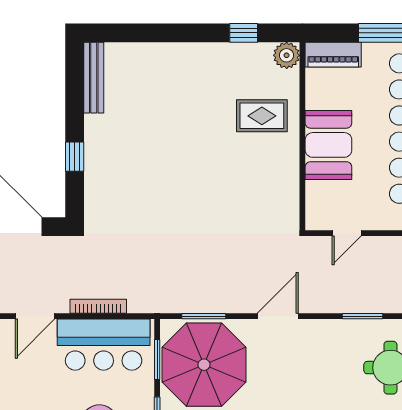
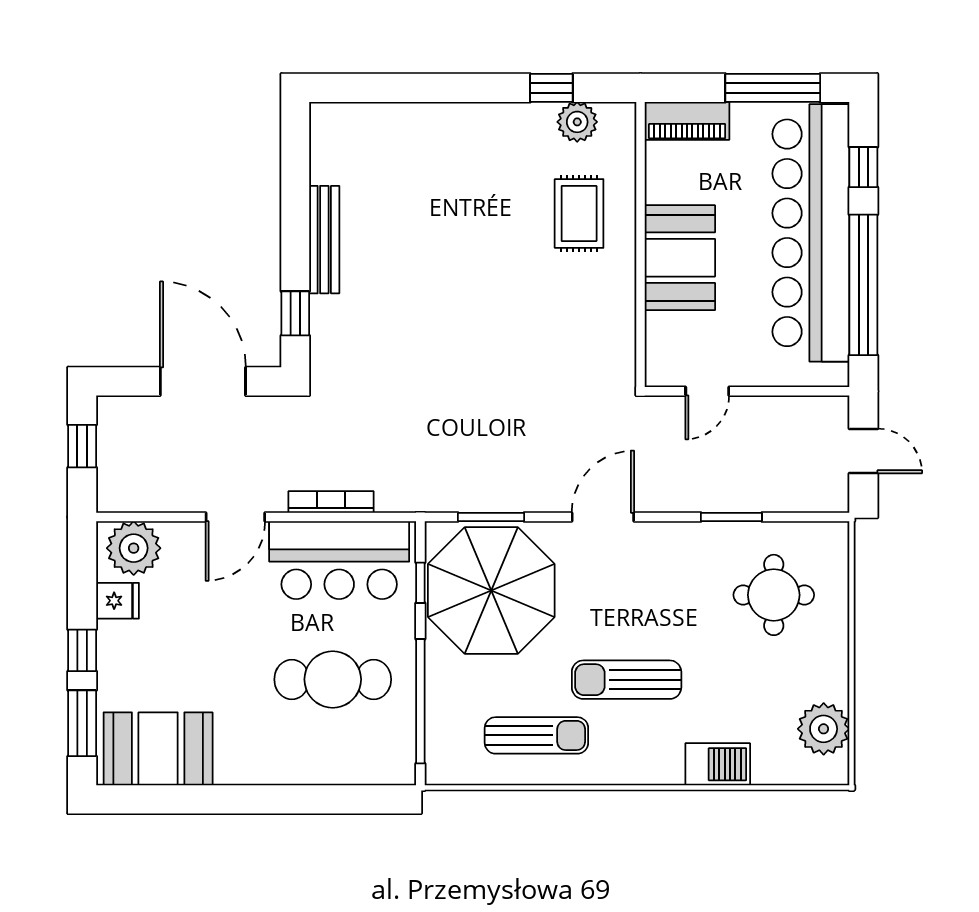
plant: (287, 55) -> (577, 122), moved
bench: (94, 78) -> (324, 240), moved
rug: (262, 116) -> (579, 213), turned 90
window: (75, 157) -> (295, 313), moved
window: (157, 359) -> (420, 583), width x0.67

